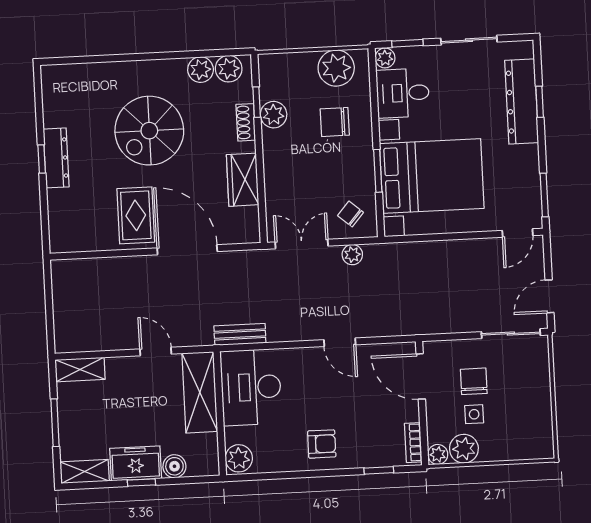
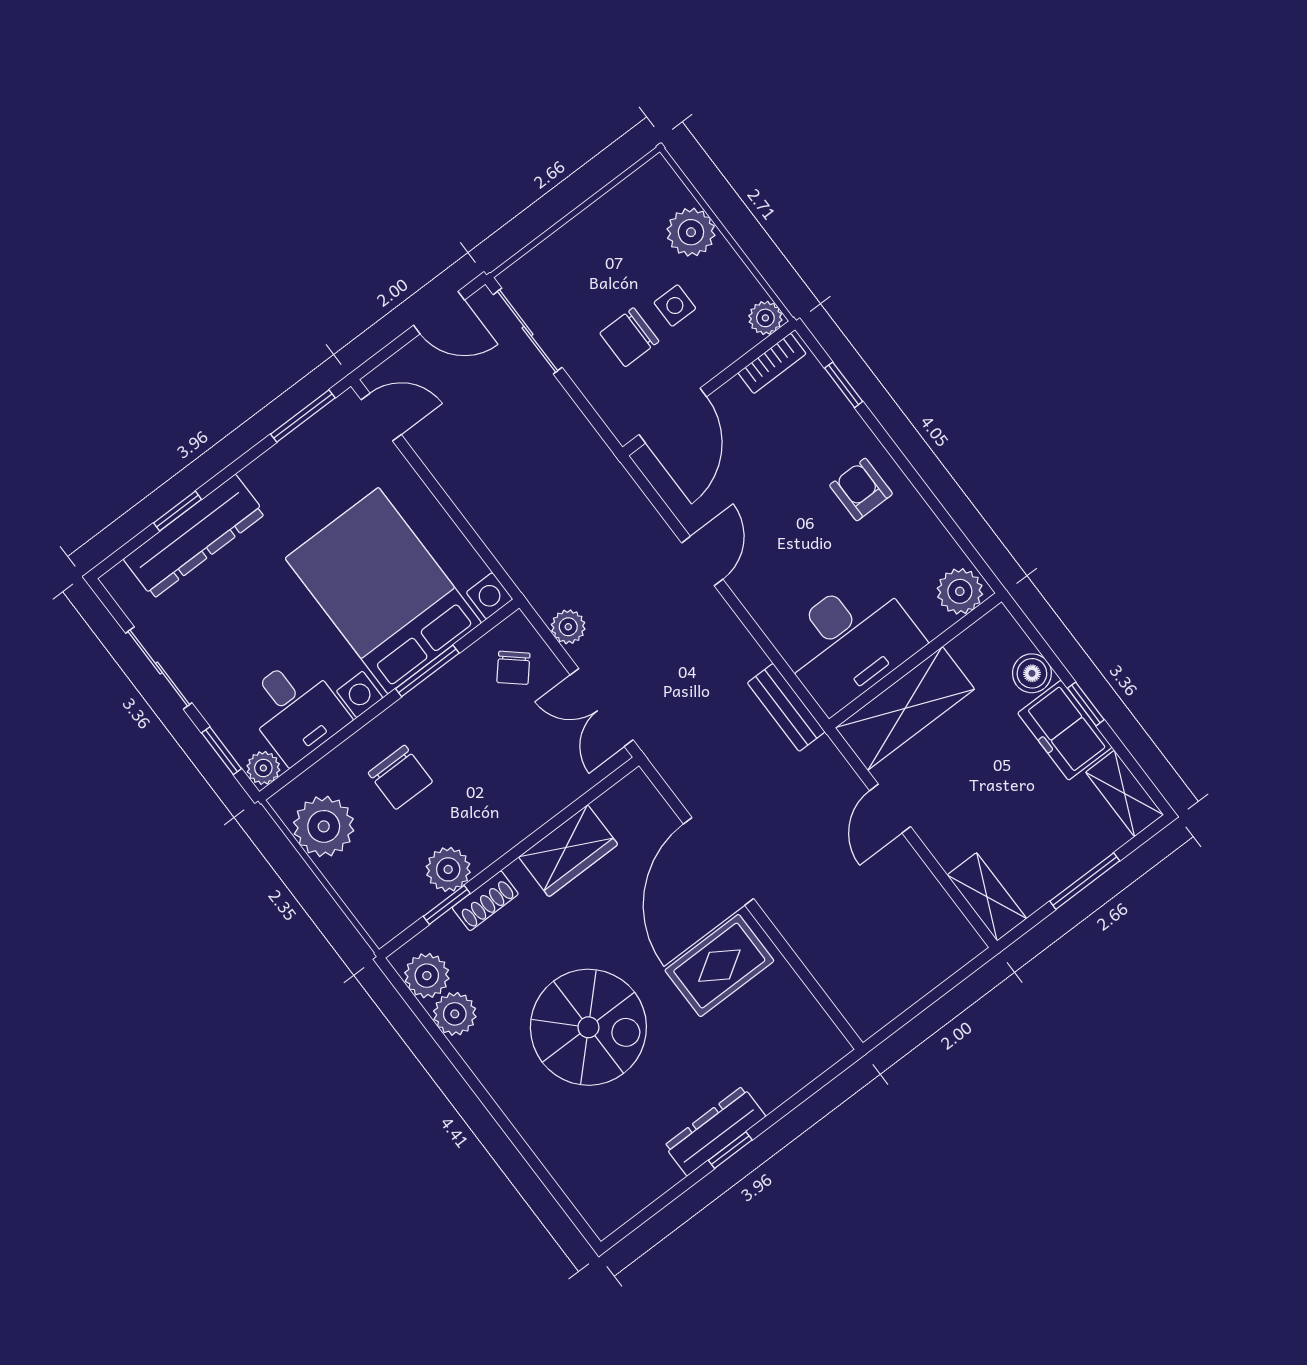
plant: (464, 449) -> (691, 232), moved

